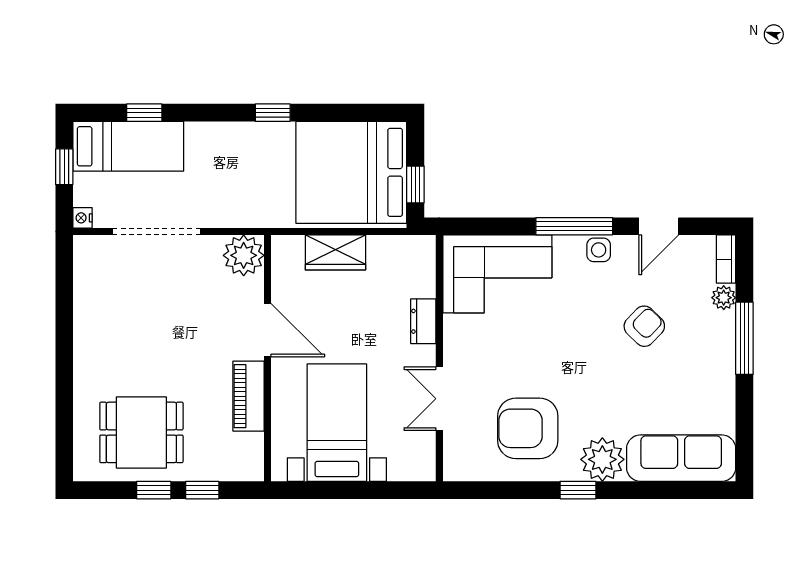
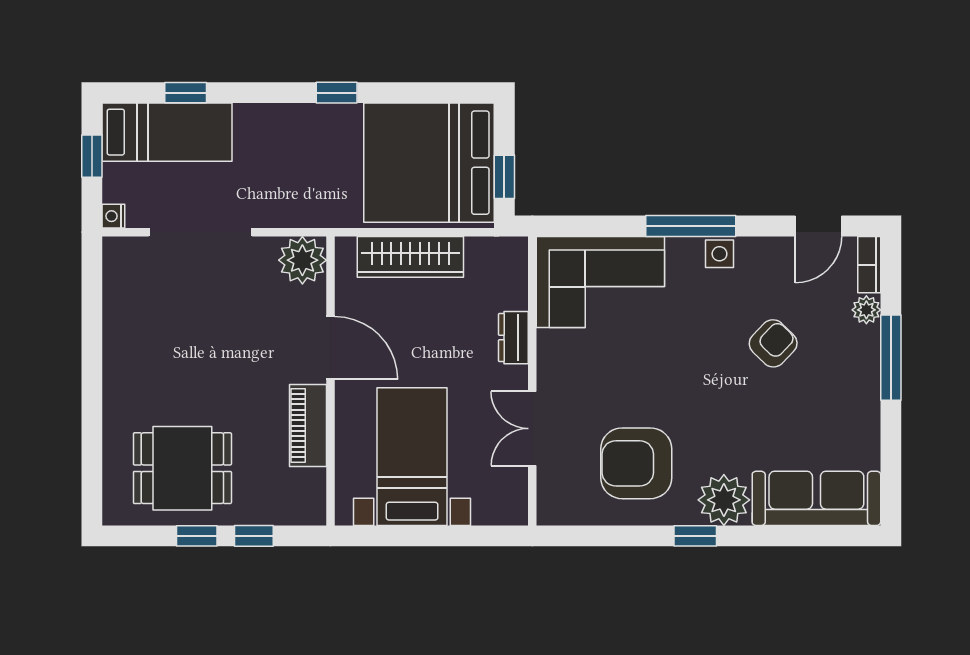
door: (659, 226) -> (818, 226), moved
wardrobe: (335, 252) -> (410, 257), width x1.50

